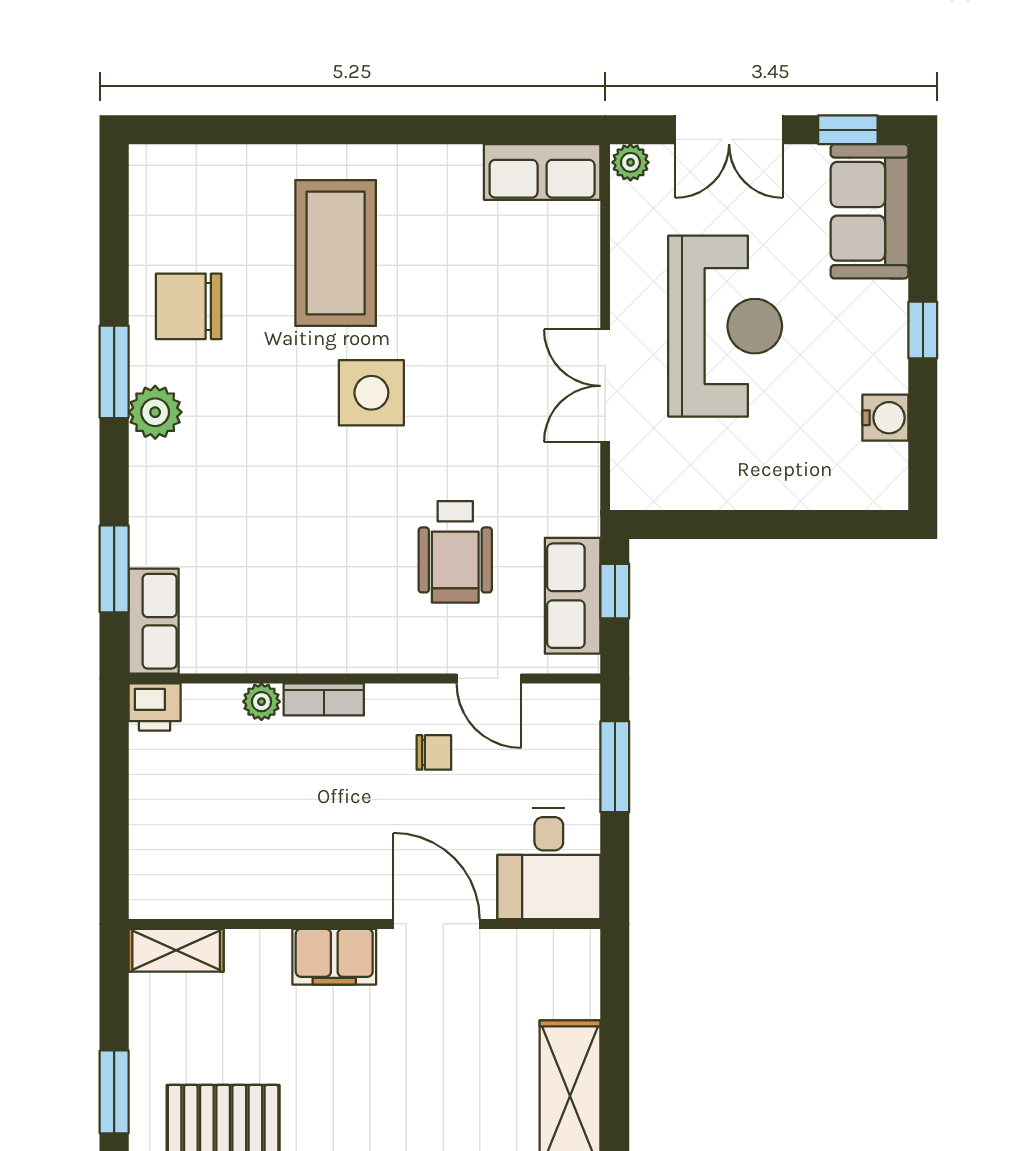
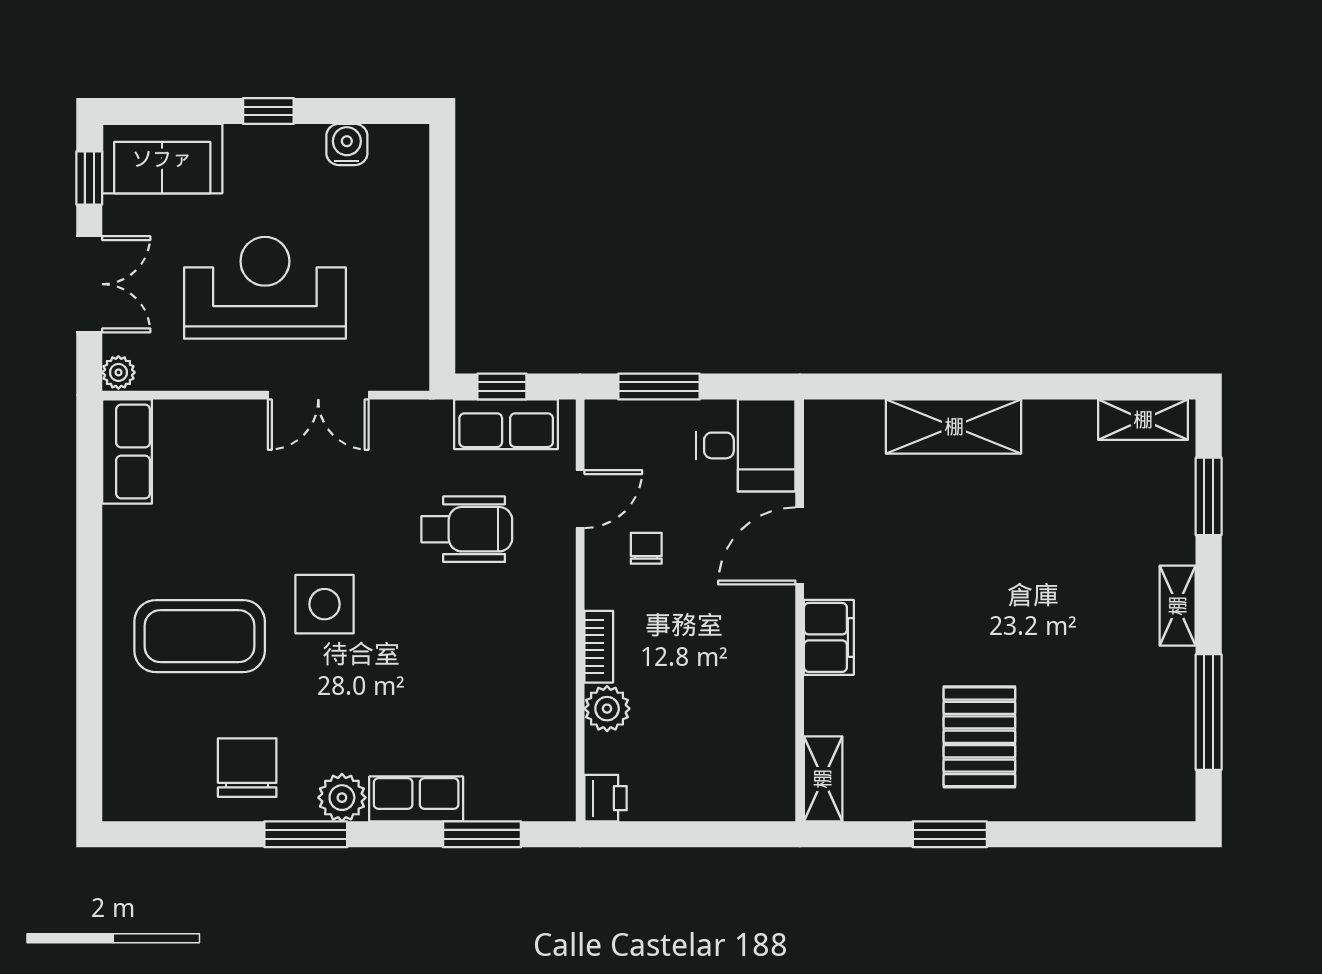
chair: (189, 306) -> (247, 768), turned 180
row of seats: (154, 621) -> (416, 799), moved
plant: (261, 702) -> (607, 709), width x1.38, depth x1.38

